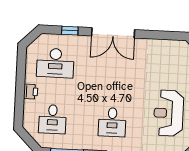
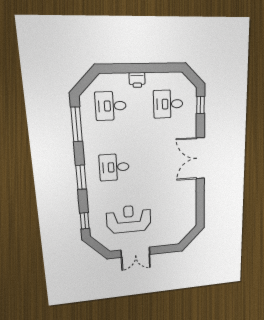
window: (70, 31) -> (201, 105), moved
desk: (55, 63) -> (168, 104), width x0.73

